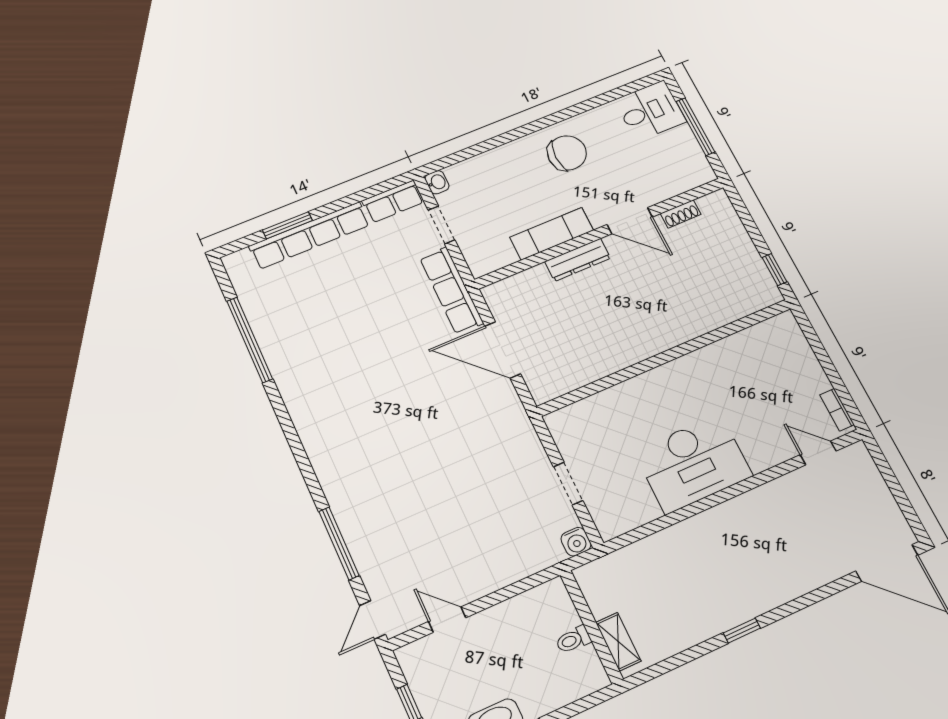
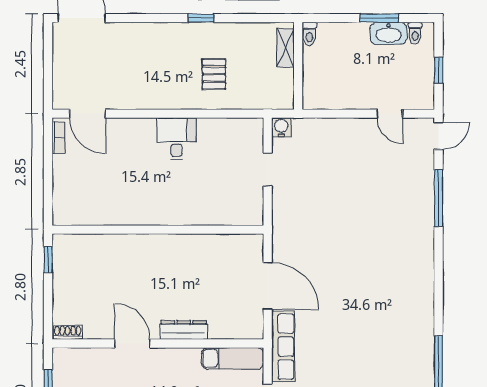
shoe rack: (681, 214) -> (68, 332), moved
exam couch: (552, 234) -> (233, 358), moved
door: (818, 453) -> (88, 114), width x1.38
desk: (693, 463) -> (176, 139), width x0.53, depth x0.77
pallet: (691, 569) -> (214, 74), added
toilet: (573, 640) -> (309, 34), moved, turned 90

